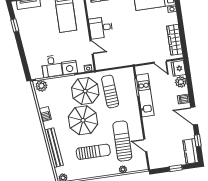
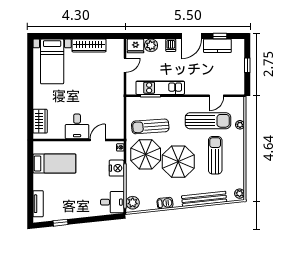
wardrobe: (175, 40) -> (89, 45), moved
desk: (52, 66) -> (112, 202), moved
sun lounger: (122, 141) -> (208, 121), turned 180
kitchen counter: (191, 151) -> (217, 46), moved

